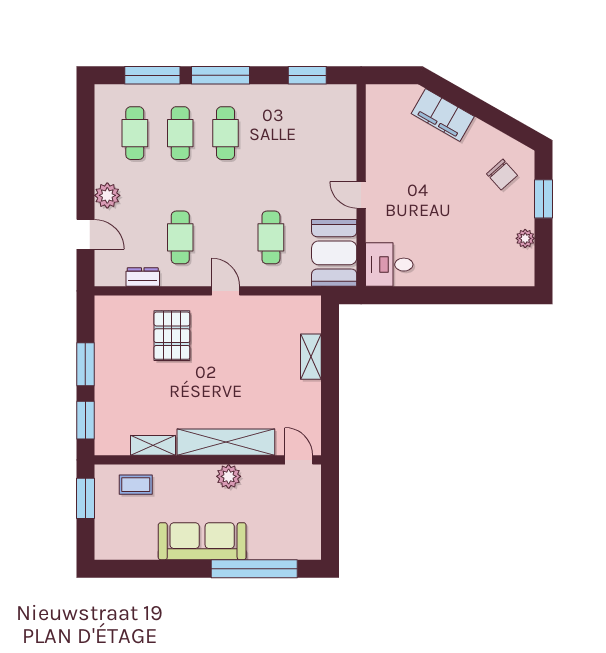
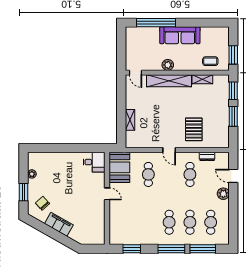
filing cabinet: (443, 115) -> (59, 224), moved

